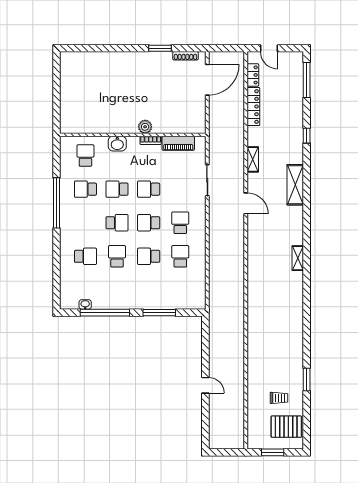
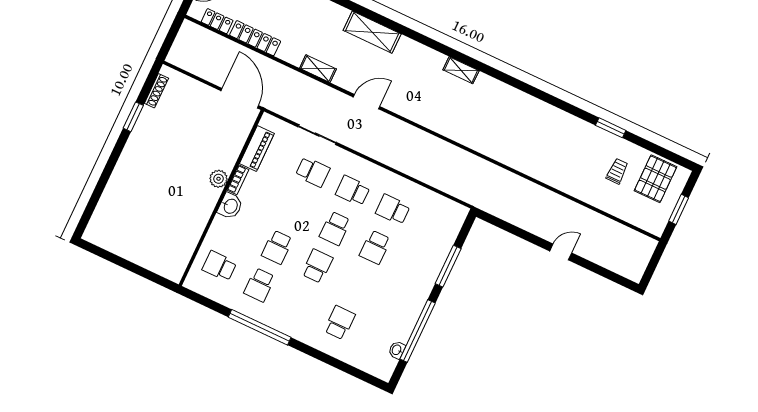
door: (207, 80) -> (240, 98), moved
washbasin: (117, 144) -> (230, 206), moved
school desk: (149, 189) -> (313, 172), moved, turned -90
school desk: (117, 256) -> (357, 285), removed

